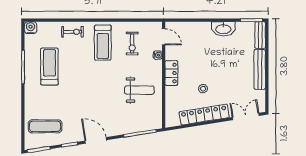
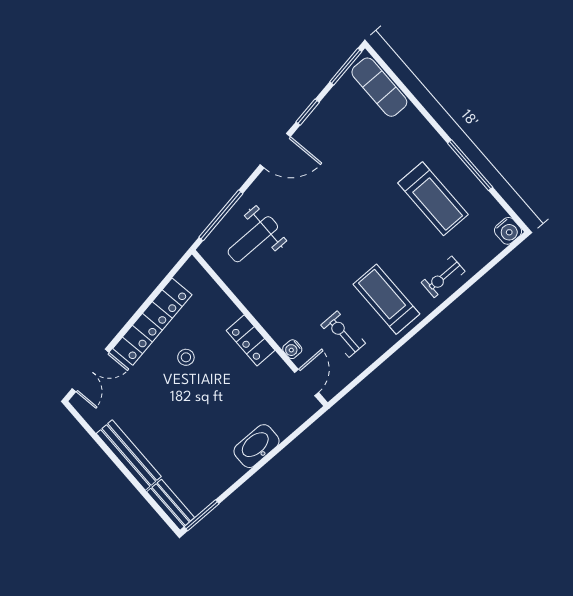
washbasin: (223, 29) -> (256, 446), moved
door: (164, 37) -> (307, 382), swing flipped
weight bench: (139, 90) -> (253, 239), moved
exercise mat: (45, 126) -> (379, 87), moved, turned 90

